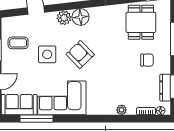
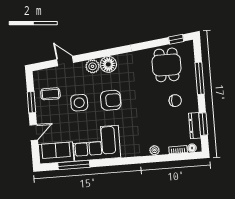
armchair: (80, 54) -> (111, 100), turned 134

